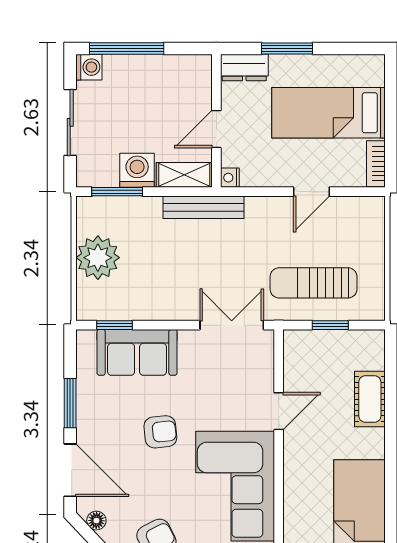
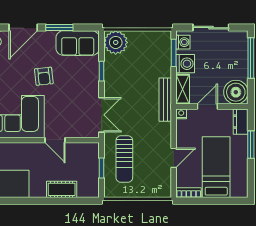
washing machine: (89, 67) -> (183, 42), moved, turned -90
boiler: (190, 76) -> (236, 92), added
door: (216, 129) -> (207, 106), hinge flipped
door: (311, 192) -> (174, 158), swing flipped
plant: (98, 258) -> (116, 42), moved
sun lounger: (314, 283) -> (124, 159), turned 180
window: (114, 325) -> (102, 71), moved
sofa: (137, 352) -> (78, 43), moved, turned -90

